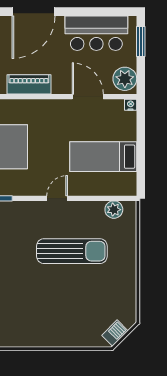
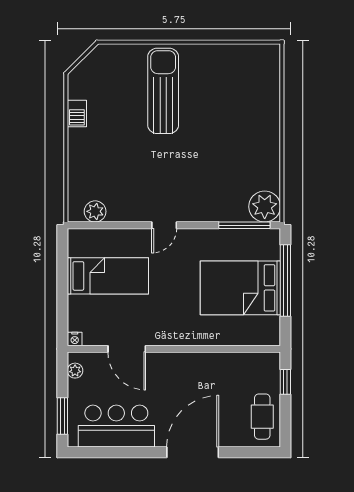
plant: (125, 79) -> (75, 371), width x0.53, depth x0.53
piano: (29, 84) -> (198, 364), removed
sun lounger: (72, 251) -> (163, 91), moved, turned 90
barbecue: (115, 333) -> (77, 113), moved, turned -45

